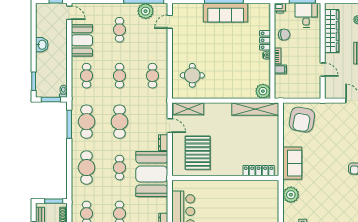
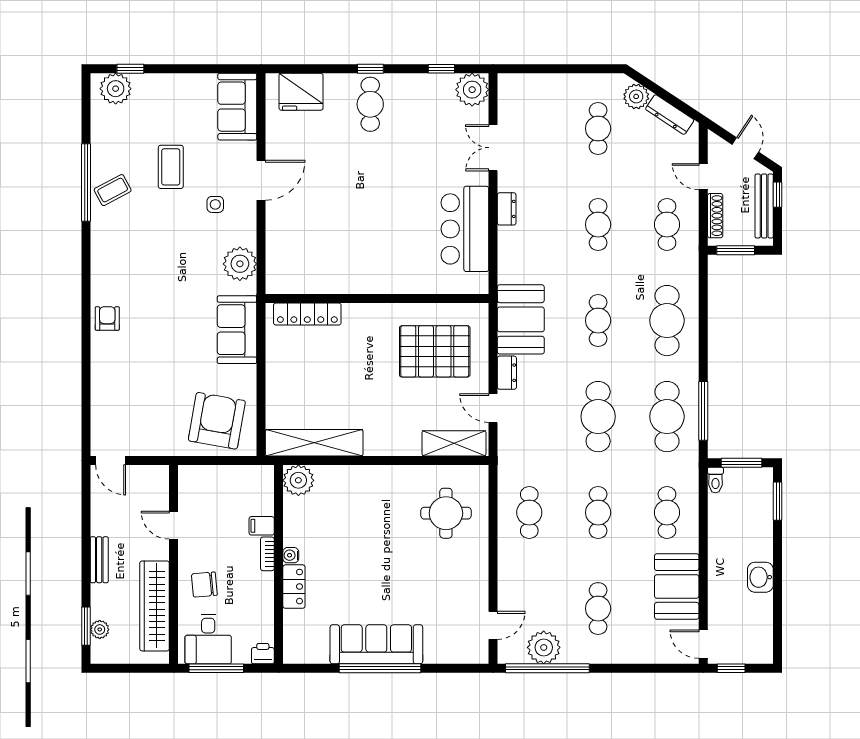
chair: (284, 35) -> (204, 585), moved
pallet: (198, 153) -> (435, 351), turned 90
booth: (152, 174) -> (521, 319), width x0.73, depth x0.70

